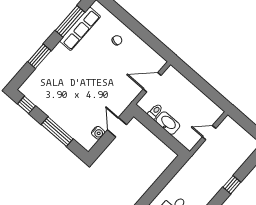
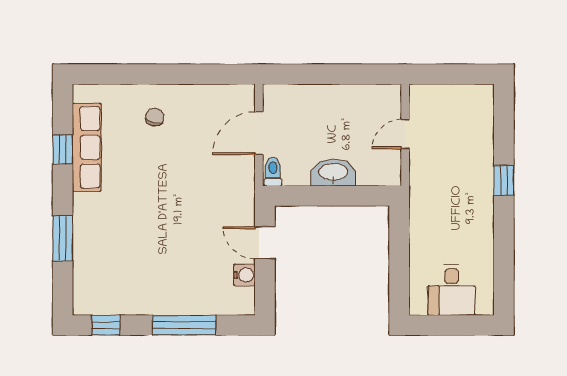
window: (70, 21) -> (63, 149), width x0.46
toilet: (155, 111) -> (273, 172), moved

